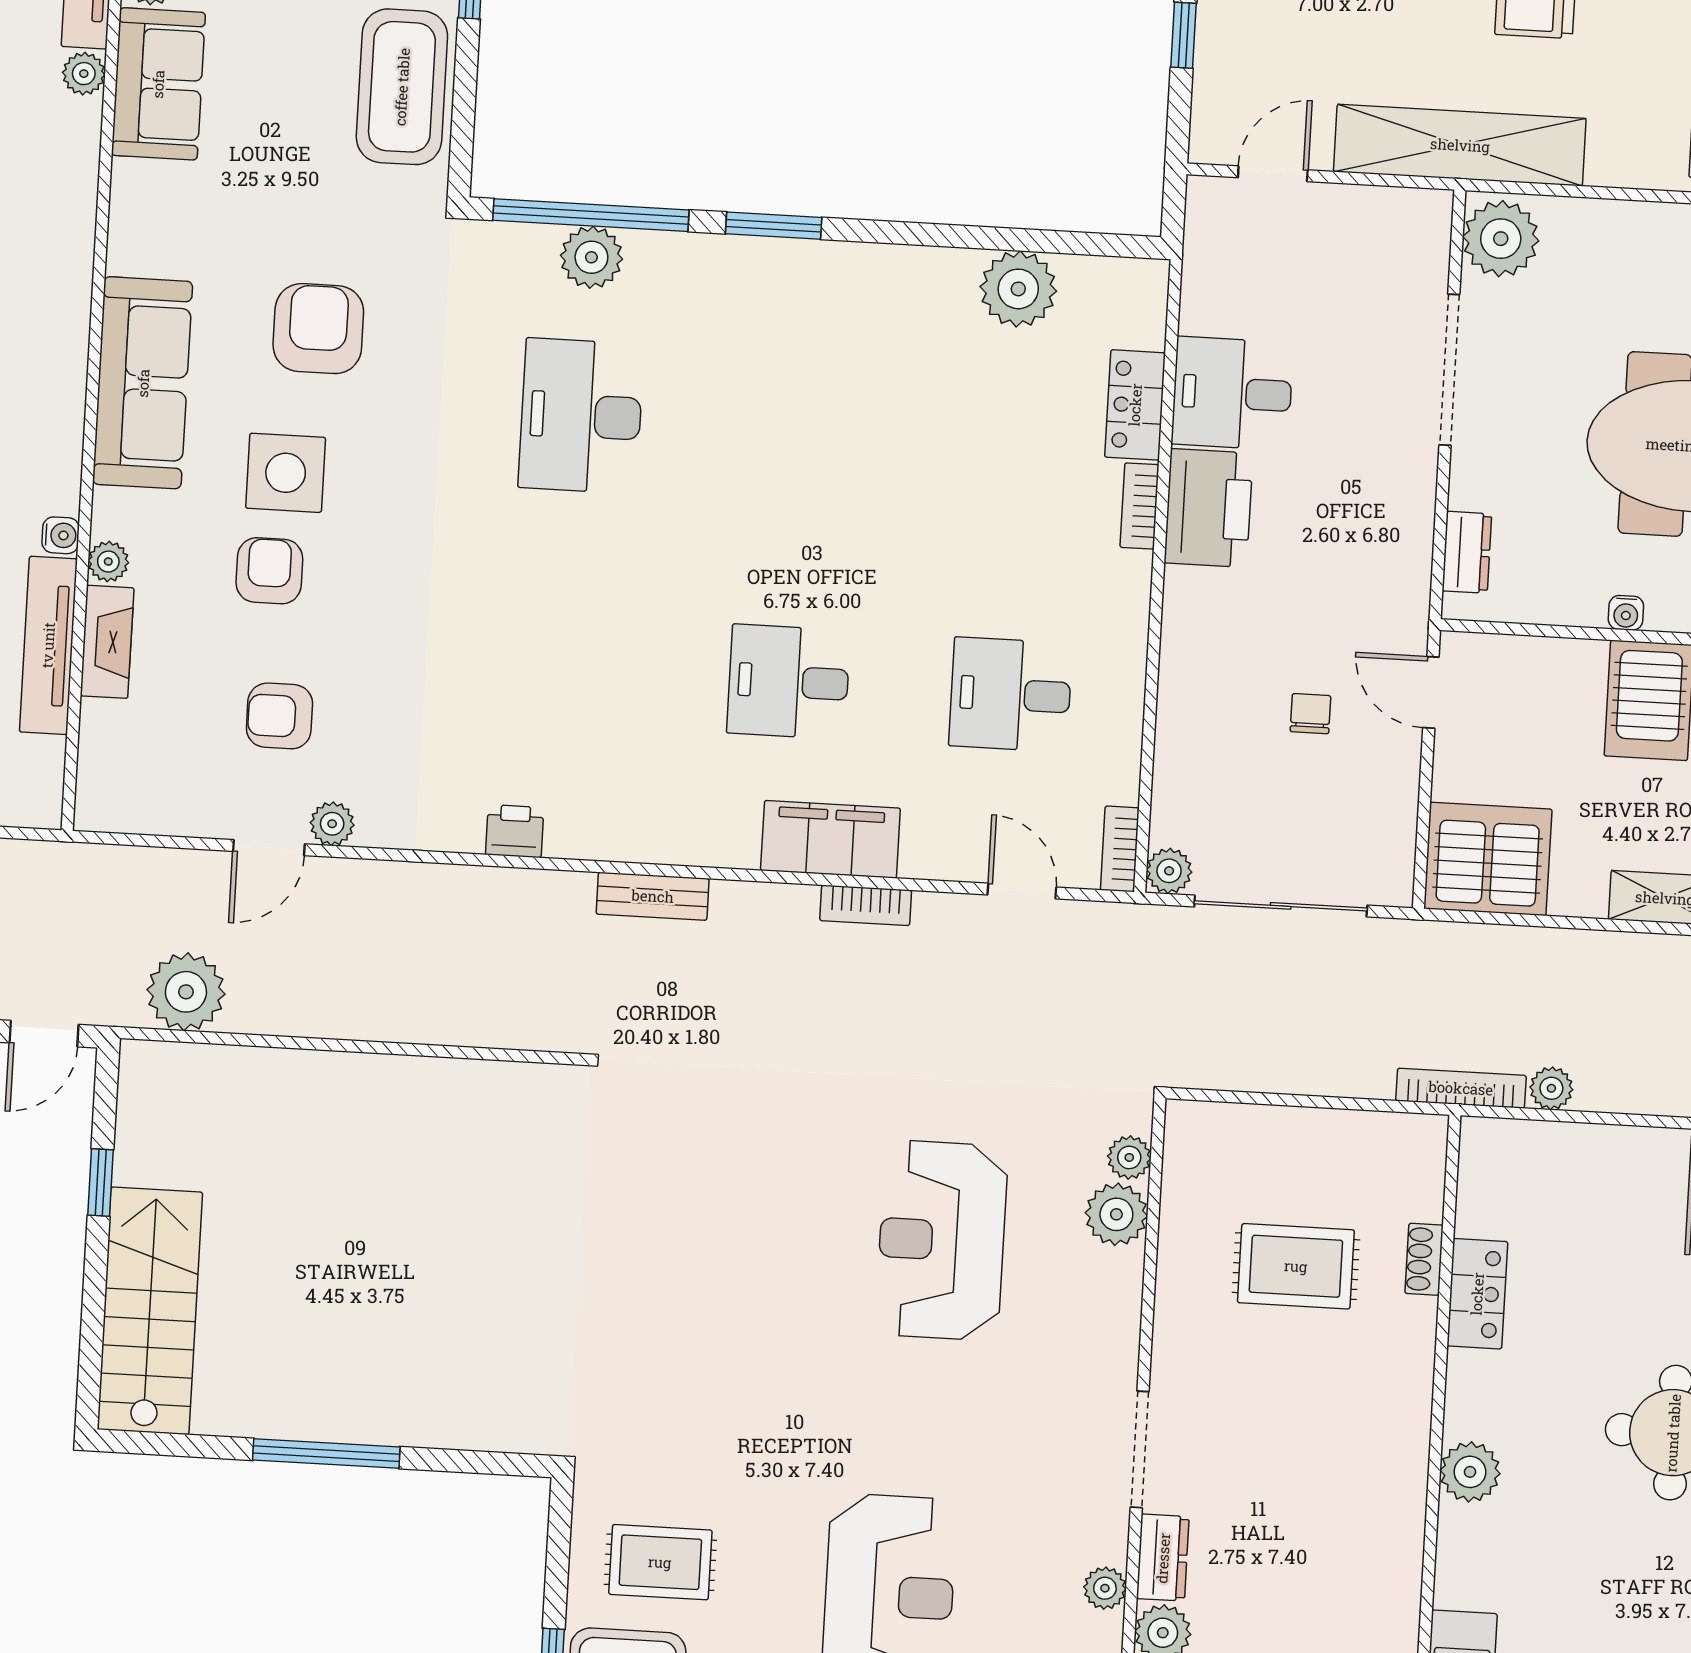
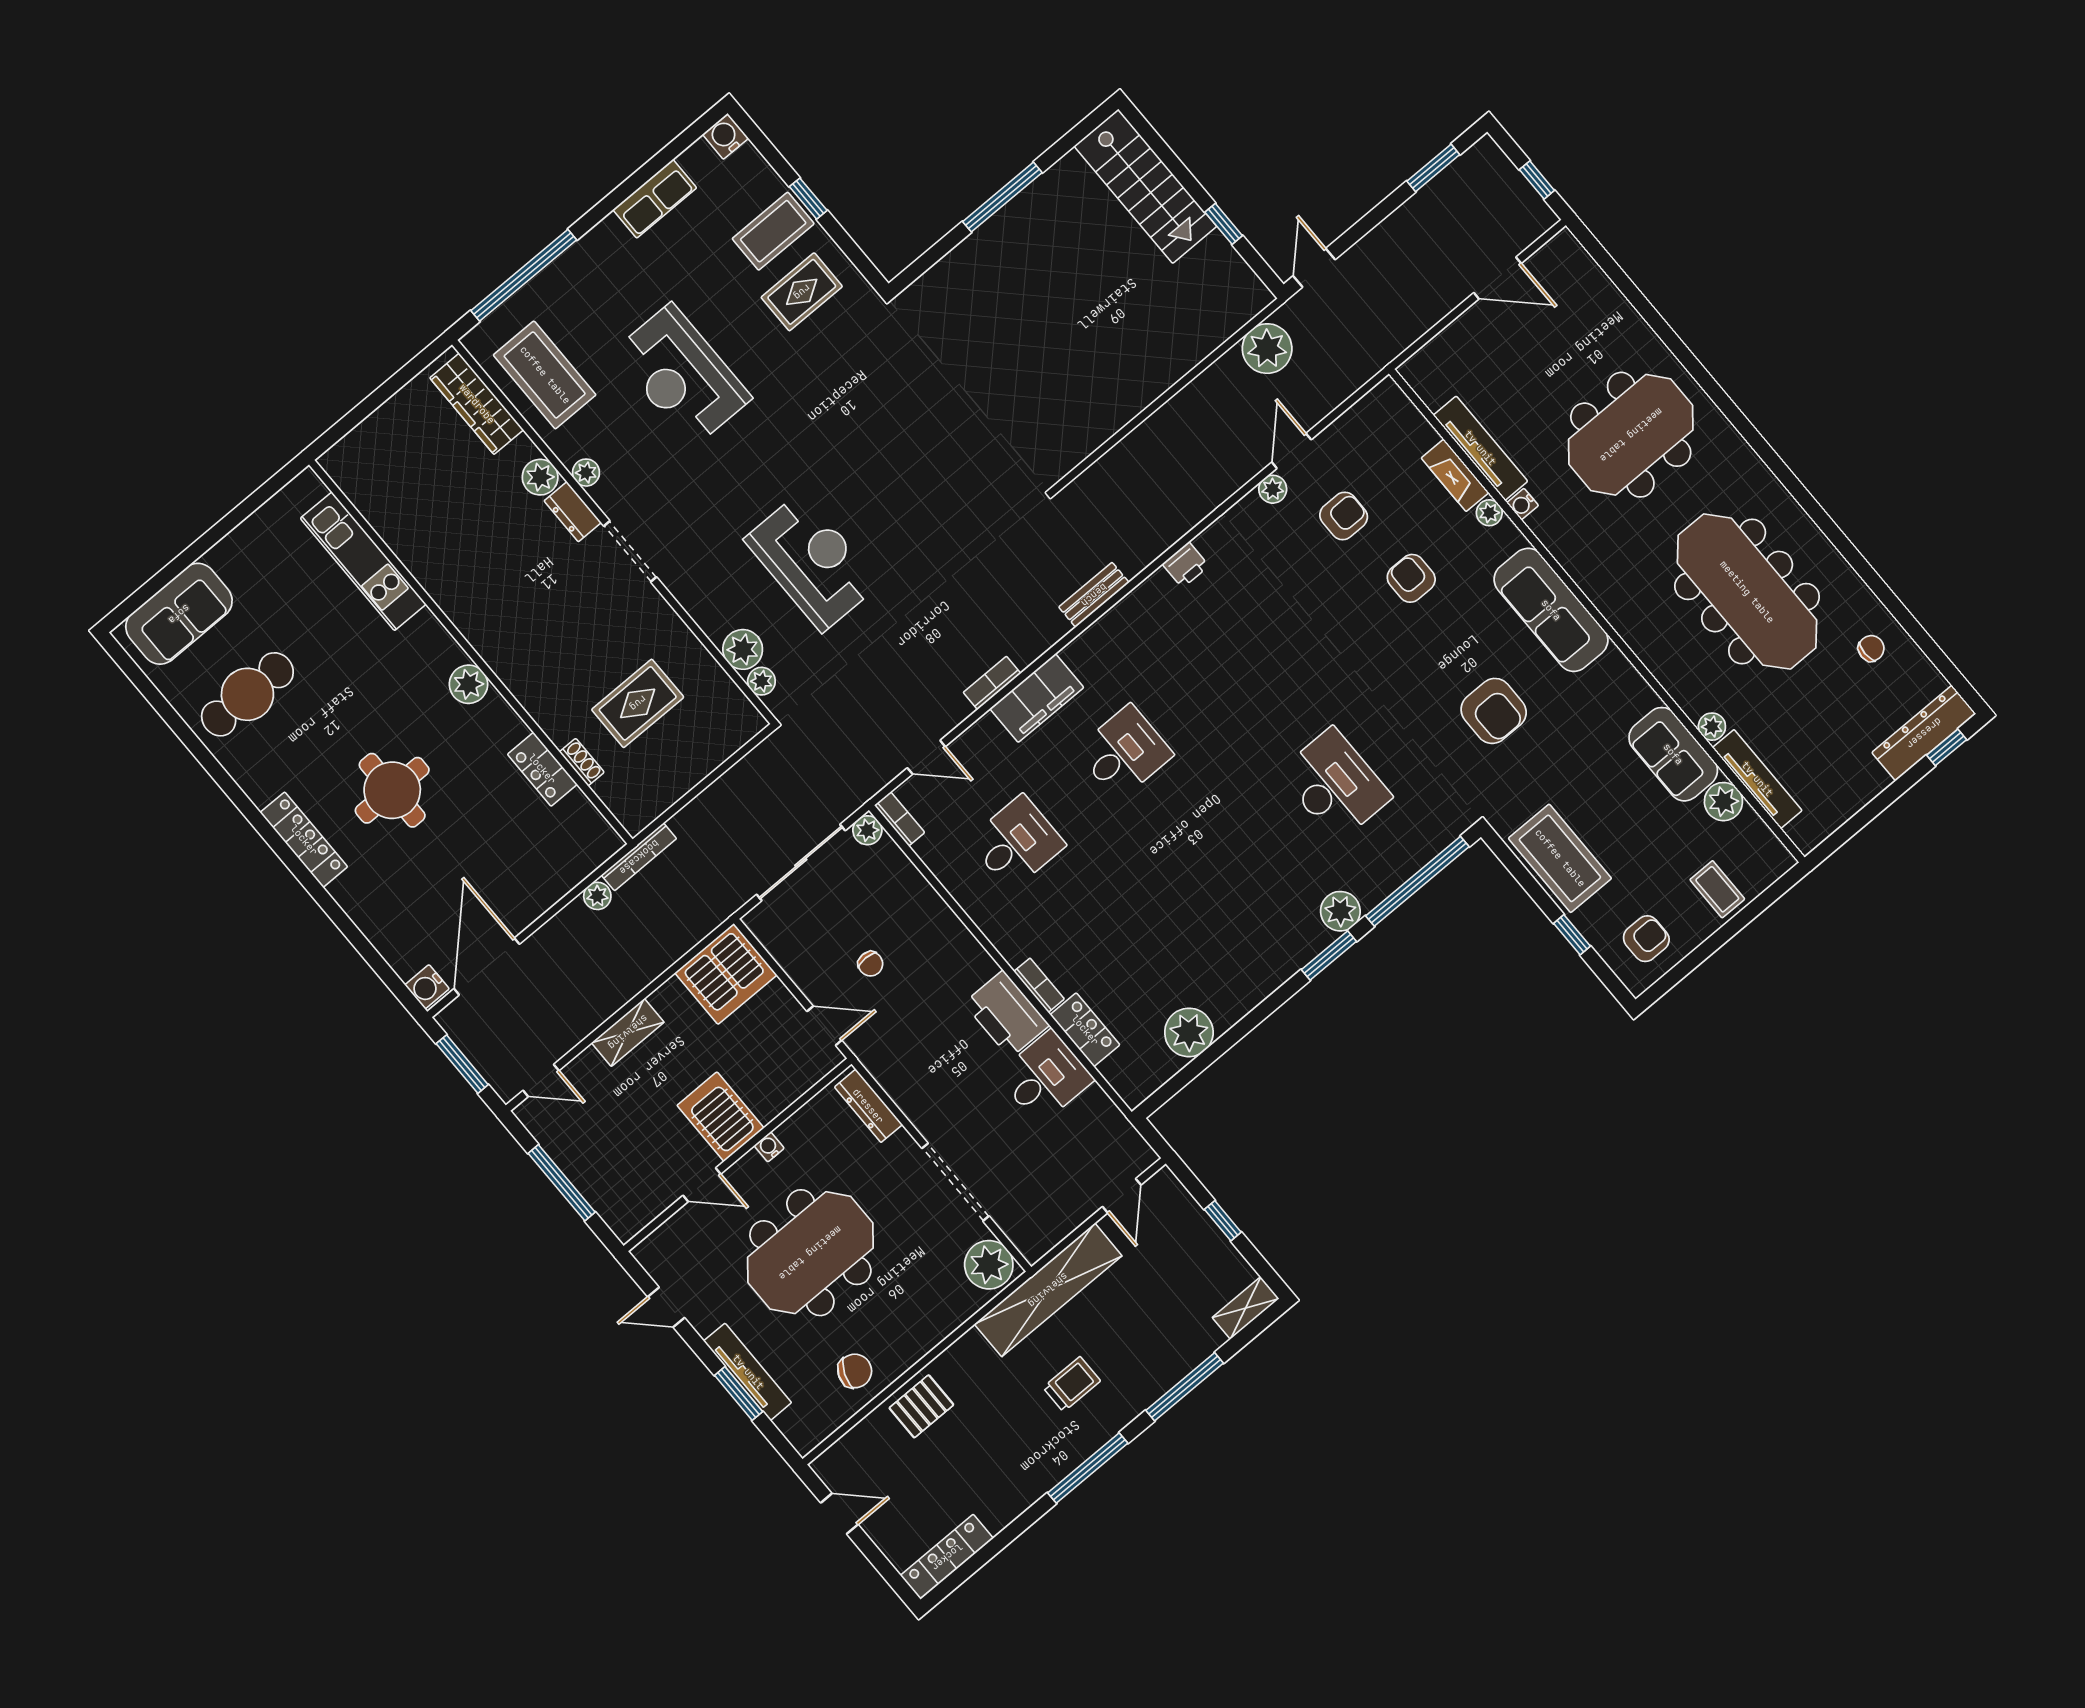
plant: (591, 257) -> (1340, 911), moved
side table: (286, 473) -> (1446, 630), removed
dresser: (1467, 552) -> (868, 1106), width x1.44
armchair: (269, 571) -> (1411, 578), turned 180

